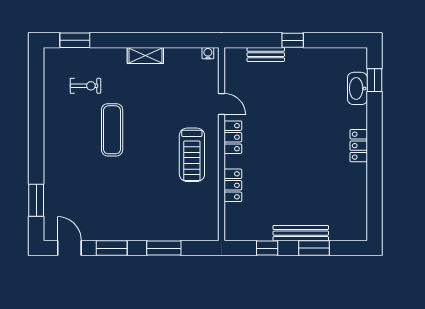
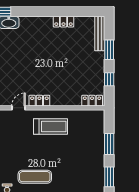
locker: (359, 146) -> (64, 22), moved
locker: (233, 185) -> (92, 101), moved
bench: (301, 233) -> (100, 34), moved

